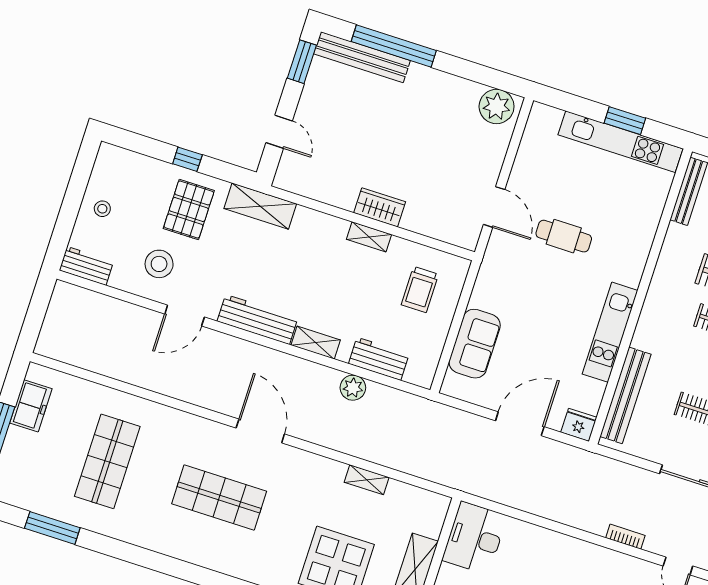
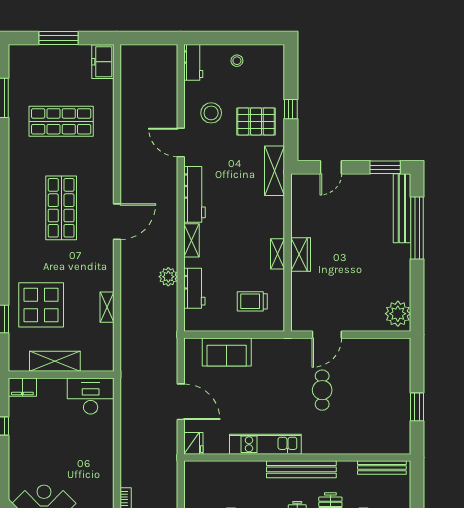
kitchen unit: (621, 142) -> (401, 409), removed
bench: (625, 395) -> (301, 469), moved
freezer: (31, 406) -> (103, 62), moved, turned 90

